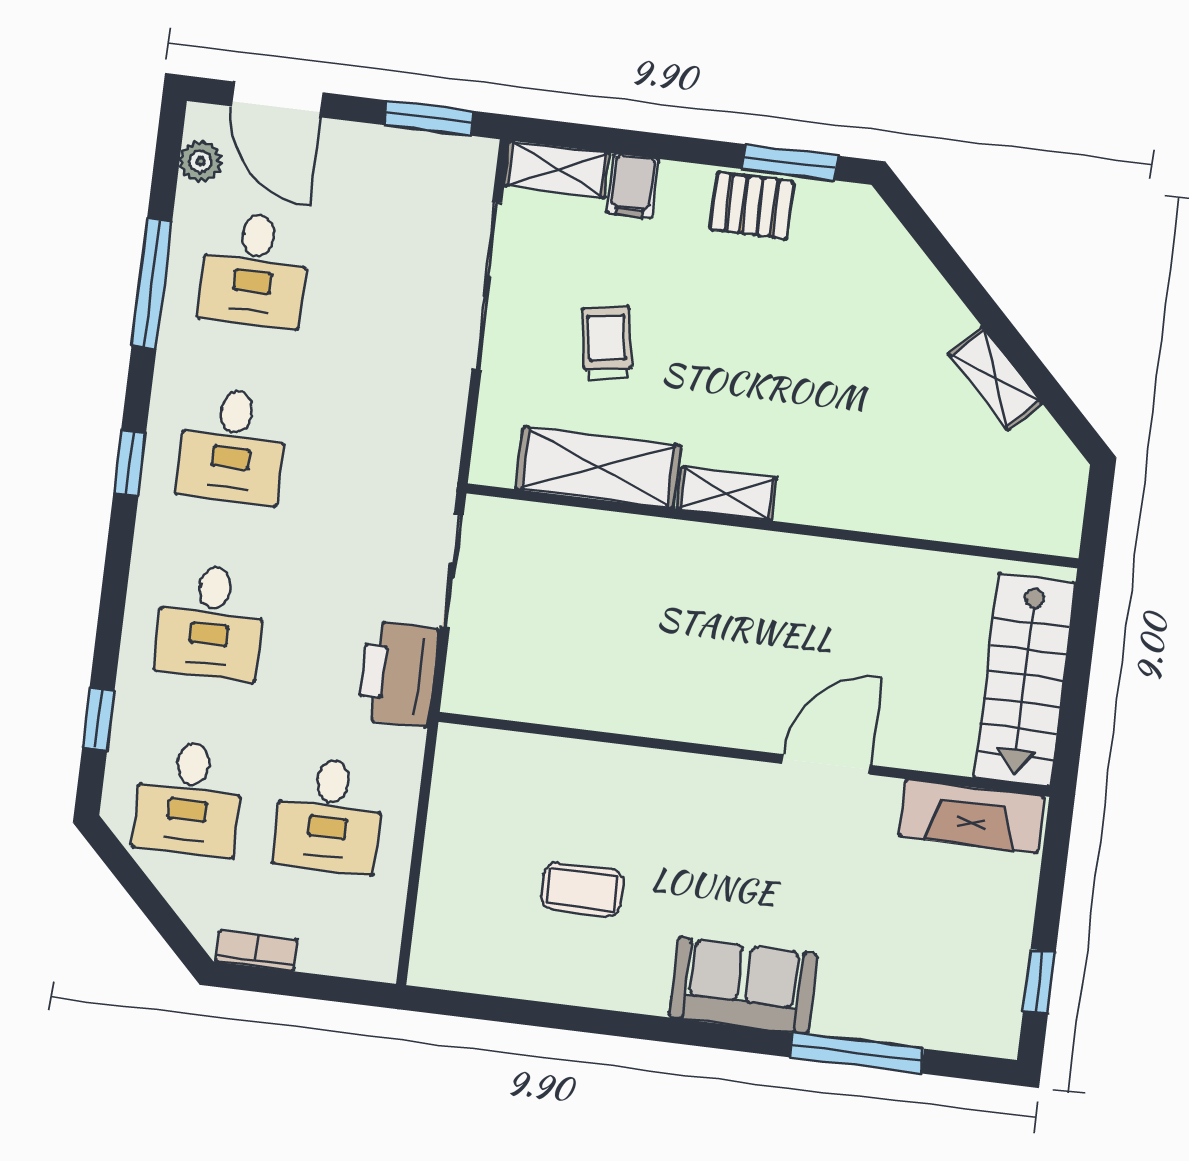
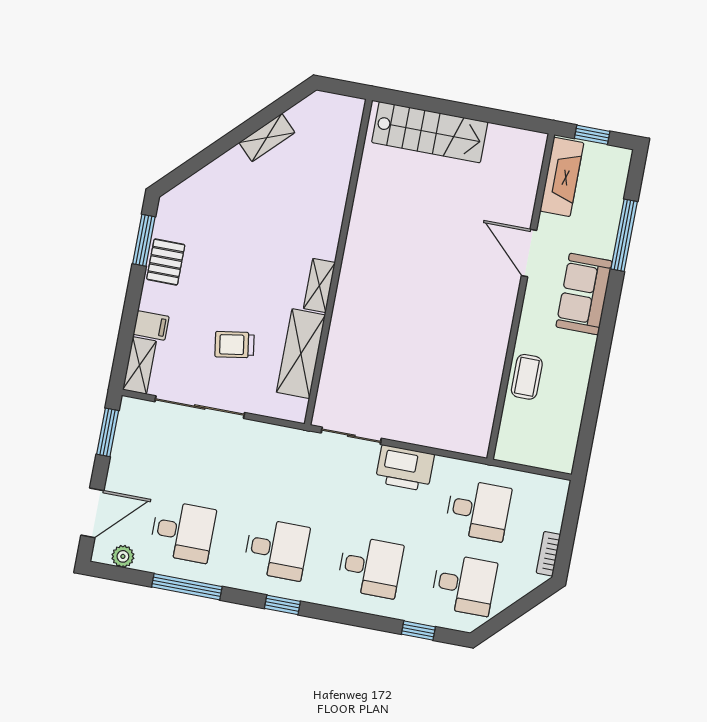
wall: (745, 754) -> (521, 297), moved
door: (826, 764) -> (529, 253), moved
fireplace: (972, 816) -> (562, 177), moved

